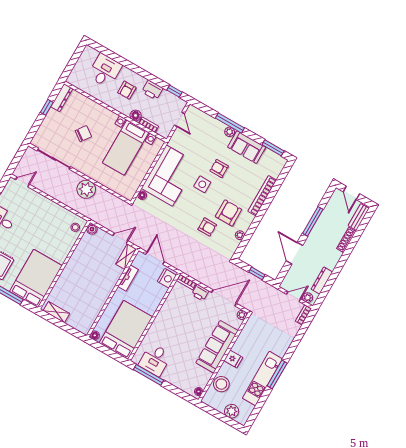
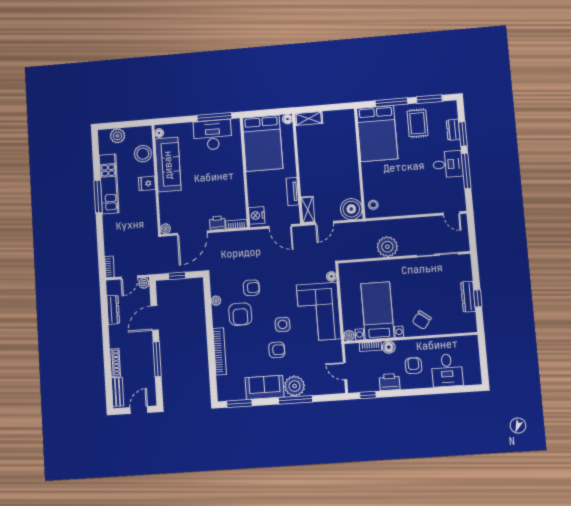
dresser: (62, 98) -> (468, 297), moved
plant: (230, 132) -> (295, 386), width x1.87, depth x1.87
chair: (83, 134) -> (422, 320), moved
plant: (159, 143) -> (349, 335), added
door: (23, 182) -> (451, 213), hinge flipped
door: (351, 193) -> (139, 410), hinge flipped
armchair: (207, 227) -> (251, 288), turned 180
boiler: (92, 229) -> (351, 209), width x1.86, depth x1.86
door: (295, 253) -> (155, 318), swing flipped
plant: (308, 298) -> (144, 283), moved
shelving: (56, 312) -> (309, 118), moved
sofa: (217, 347) -> (168, 165), moved
desk: (155, 360) -> (213, 135), width x1.37

